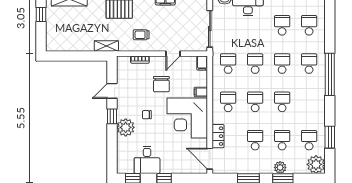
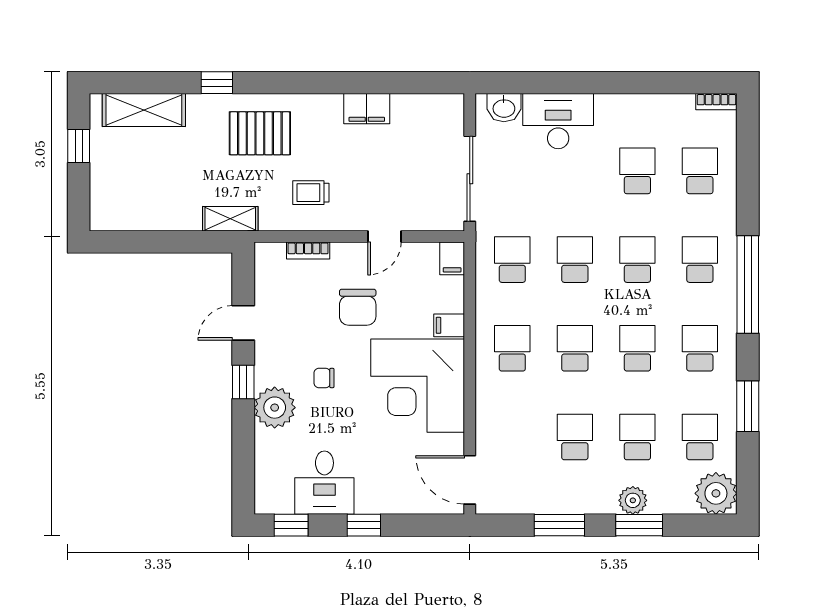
school desk: (309, 102) -> (700, 348), added
locker: (218, 136) -> (489, 428), removed
window: (330, 137) -> (748, 406), moved

